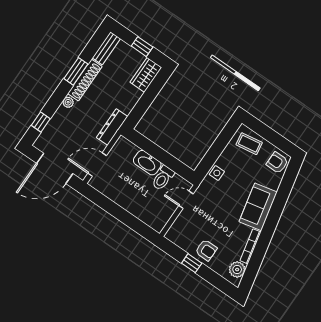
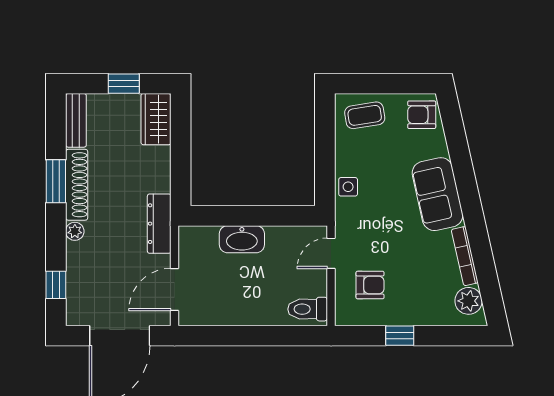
toilet: (163, 178) -> (308, 309), moved, turned 90
armchair: (206, 250) -> (370, 285), moved

